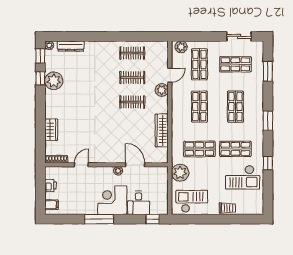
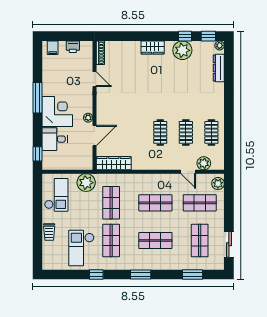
plant: (162, 90) -> (204, 163), moved
wardrobe: (51, 130) -> (153, 48), moved
wardrobe: (162, 130) -> (114, 163), moved

